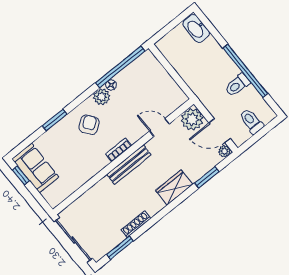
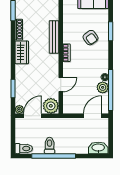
door: (165, 64) -> (93, 116), added
plant: (102, 97) -> (103, 87), moved
toilet: (251, 121) -> (24, 149), moved
armchair: (89, 125) -> (91, 38), moved
bench: (129, 165) -> (54, 37), moved
wardrobe: (174, 188) -> (22, 52), moved

